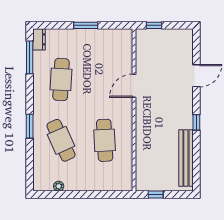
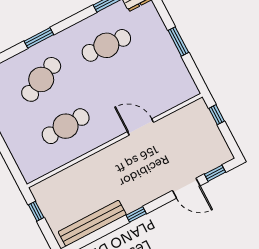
window: (196, 49) -> (215, 173), added

